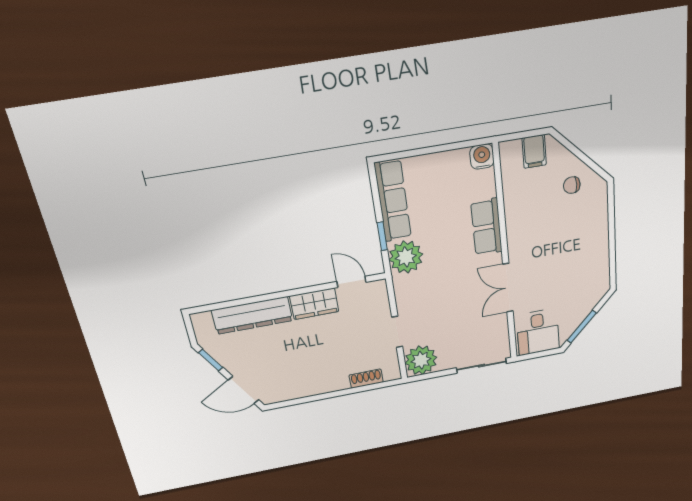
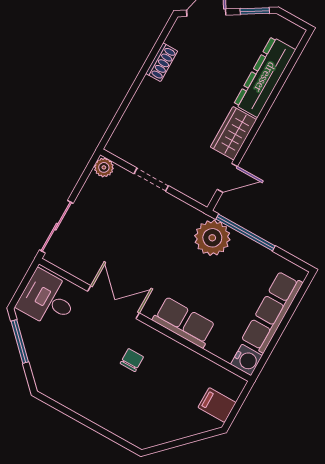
chair: (572, 185) -> (132, 360), moved
row of seats: (393, 201) -> (272, 312), moved, turned 90
window: (382, 236) -> (245, 233), width x2.17
plant: (421, 360) -> (104, 167), width x0.53, depth x0.53
shoe rack: (366, 379) -> (162, 62), moved

